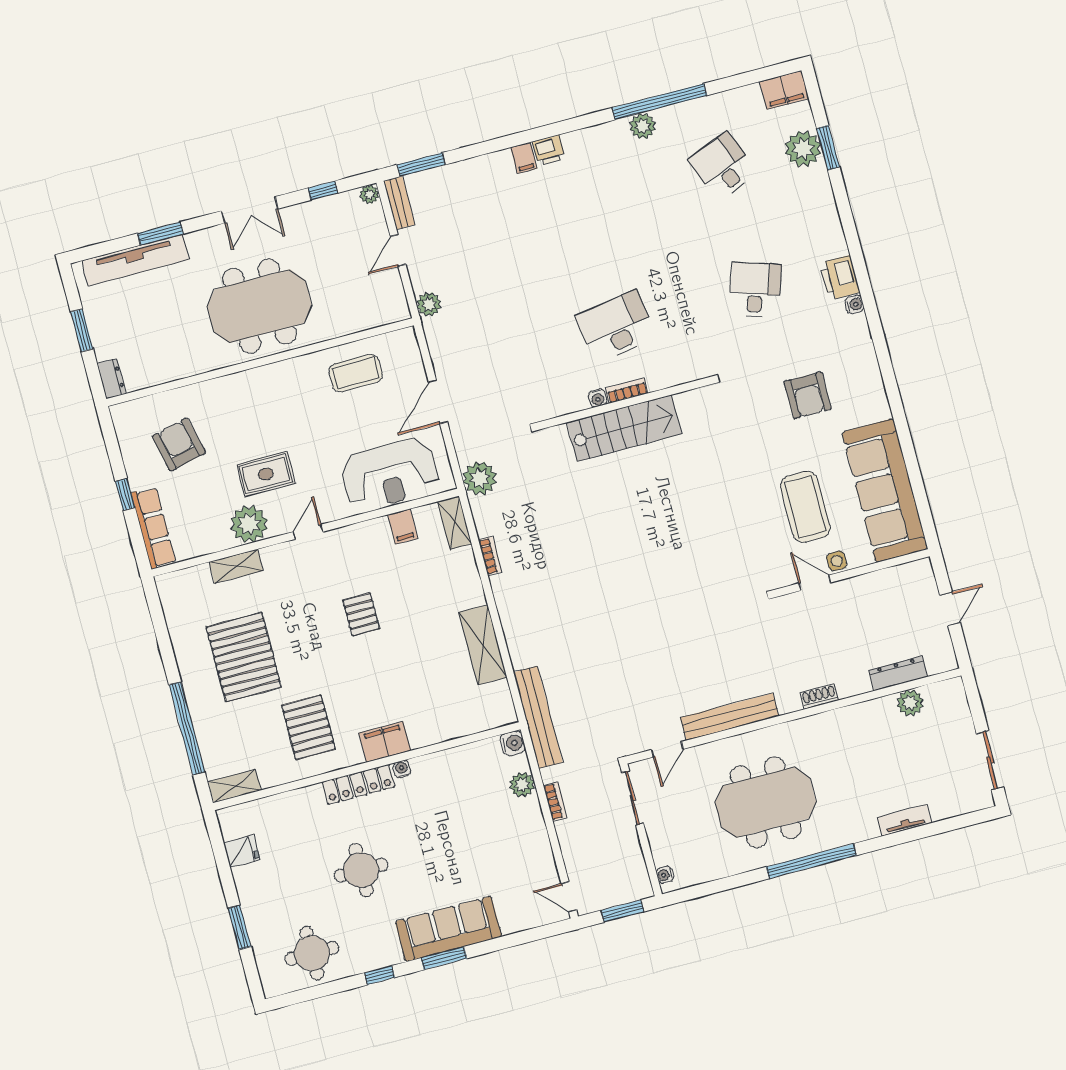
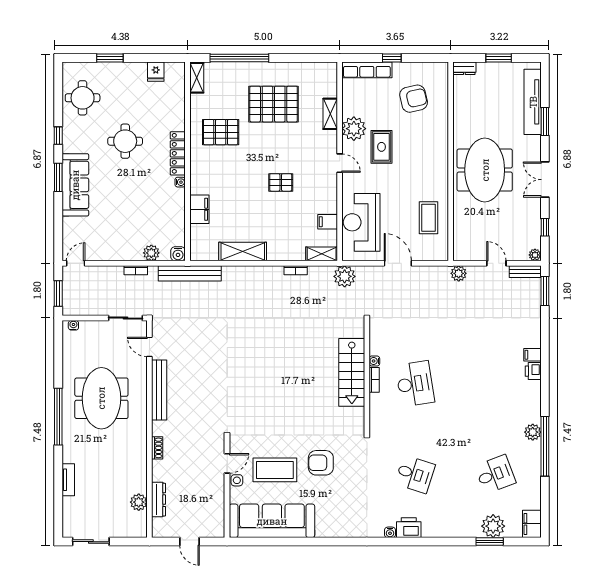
armchair: (808, 395) -> (321, 463), moved
filing cabinet: (385, 742) -> (199, 209), moved

